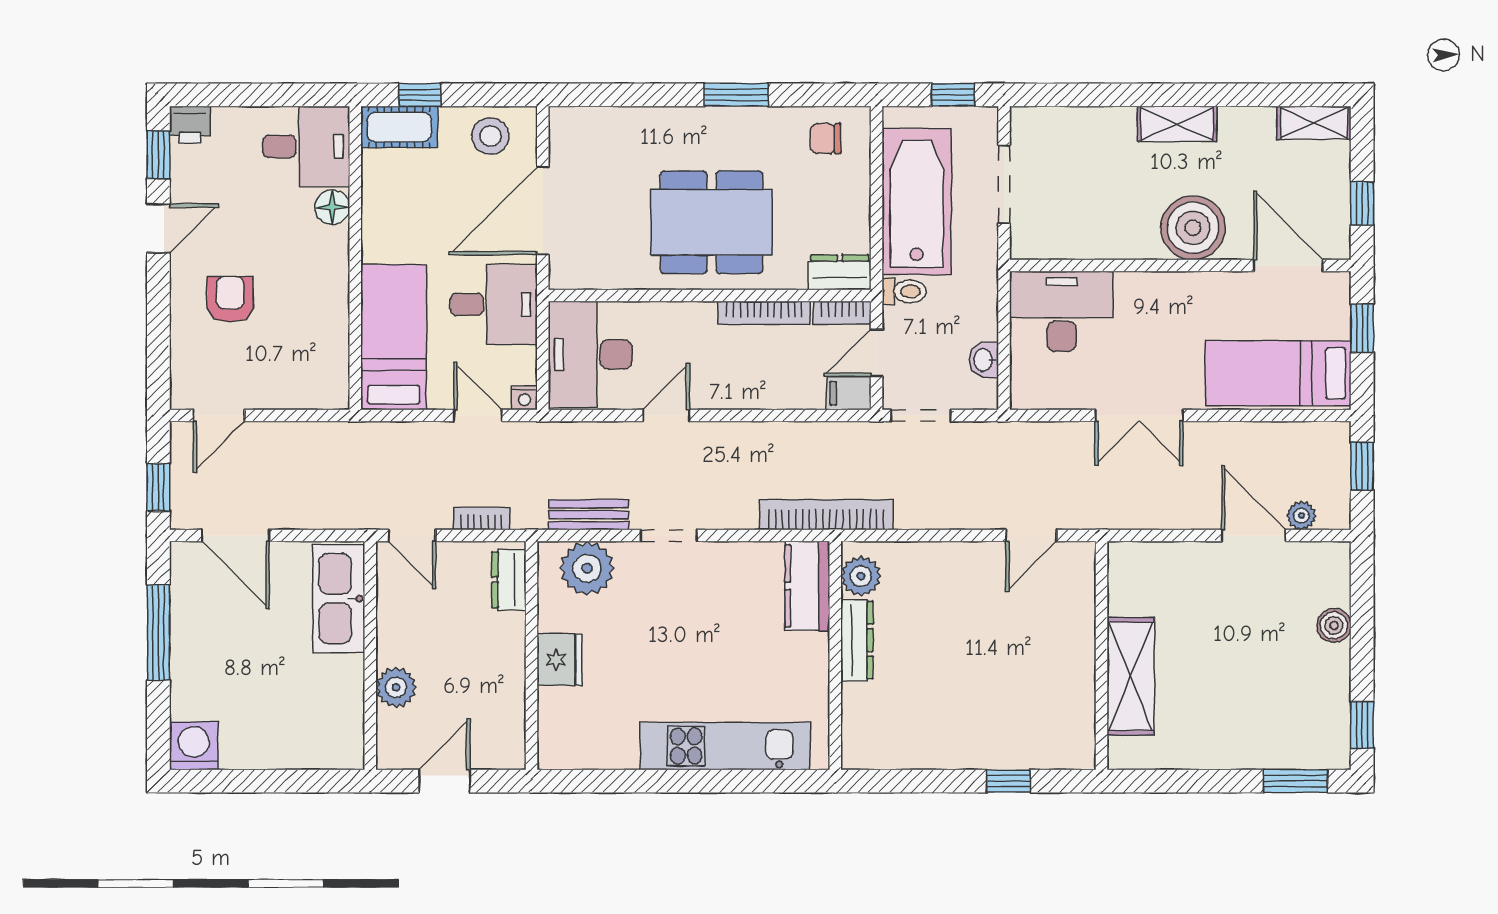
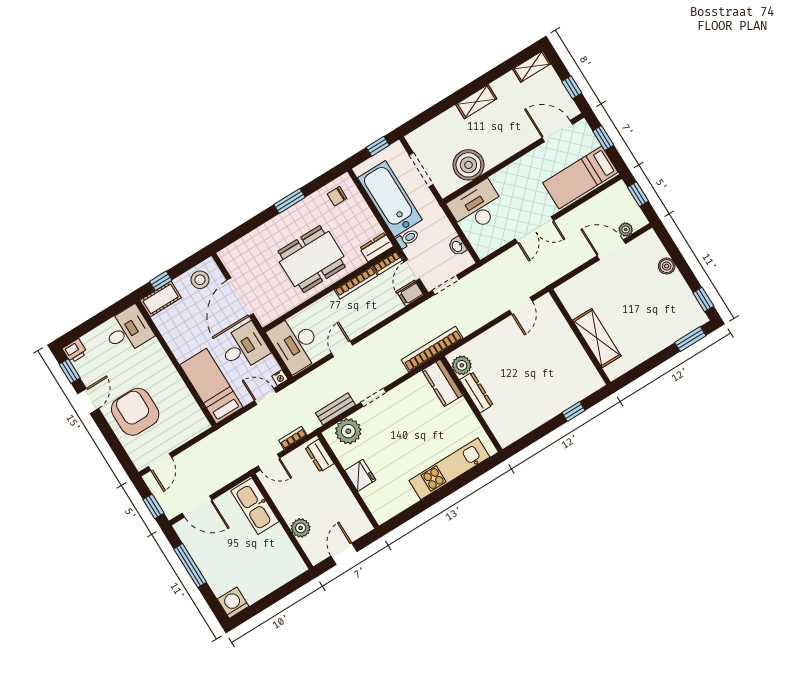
floor lamp: (332, 207) -> (154, 349), removed
boiler: (1193, 228) -> (468, 165), moved
armchair: (230, 299) -> (135, 412), width x1.88, depth x1.88

